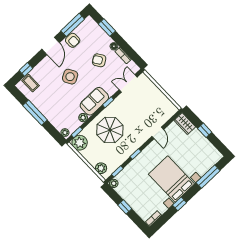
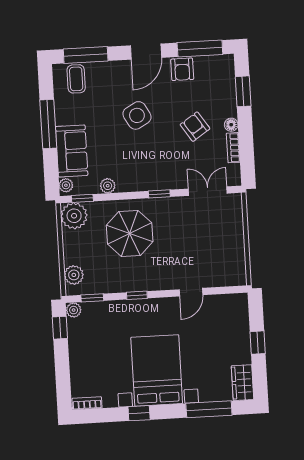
window: (26, 69) -> (86, 55), width x2.17
sofa: (94, 101) -> (72, 151), moved, turned 90
wardrobe: (185, 124) -> (243, 383), moved
window: (125, 207) -> (60, 328), moved

